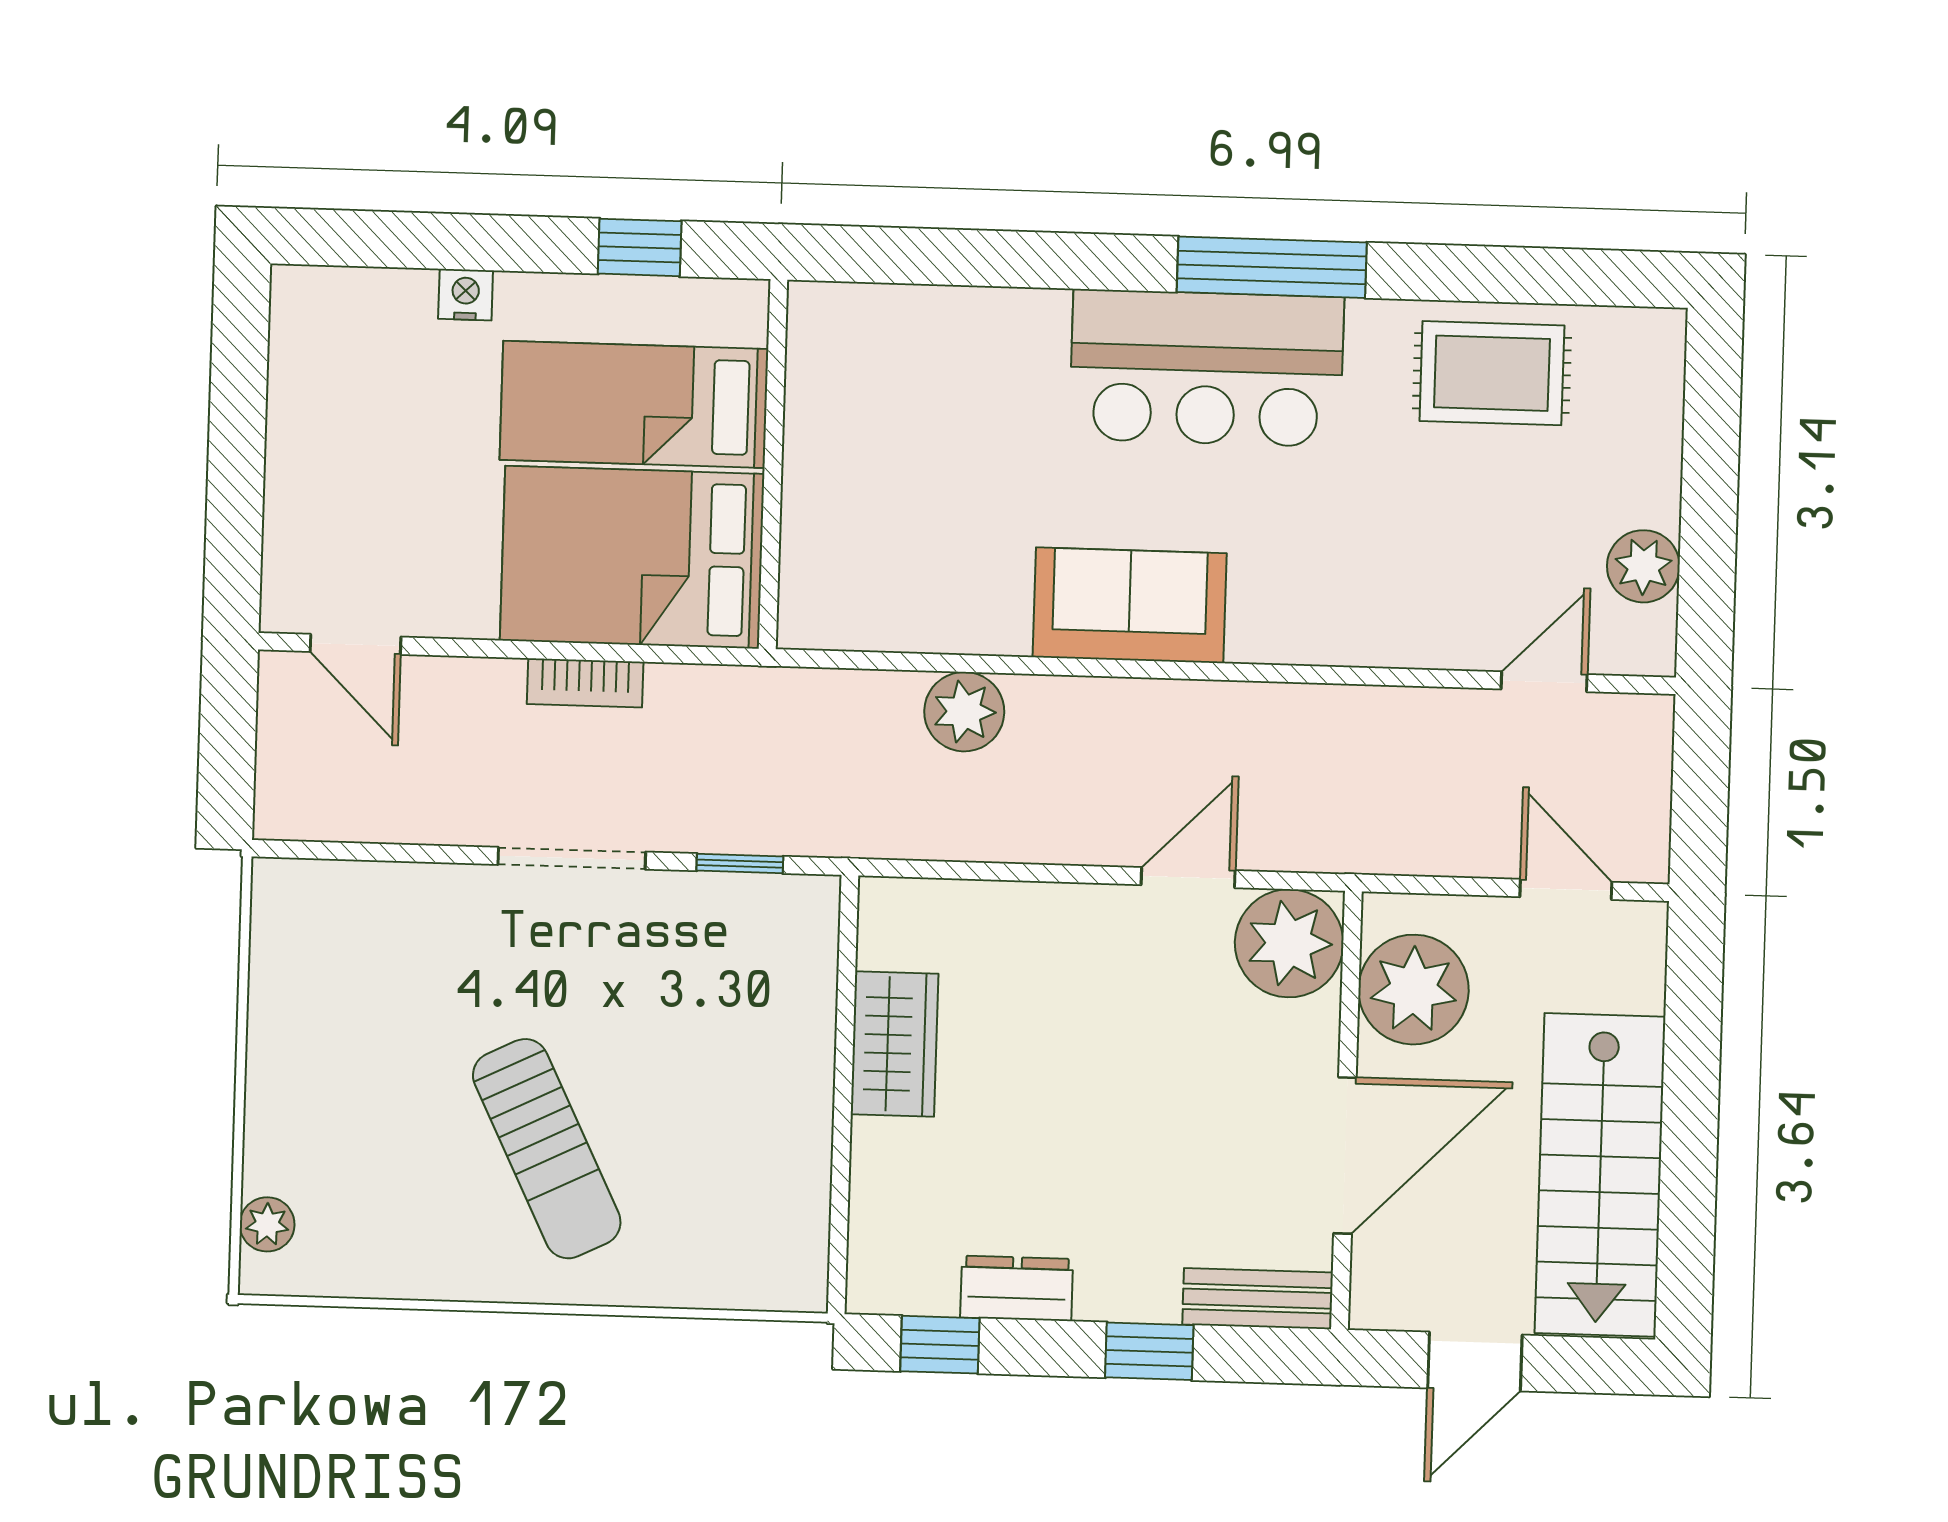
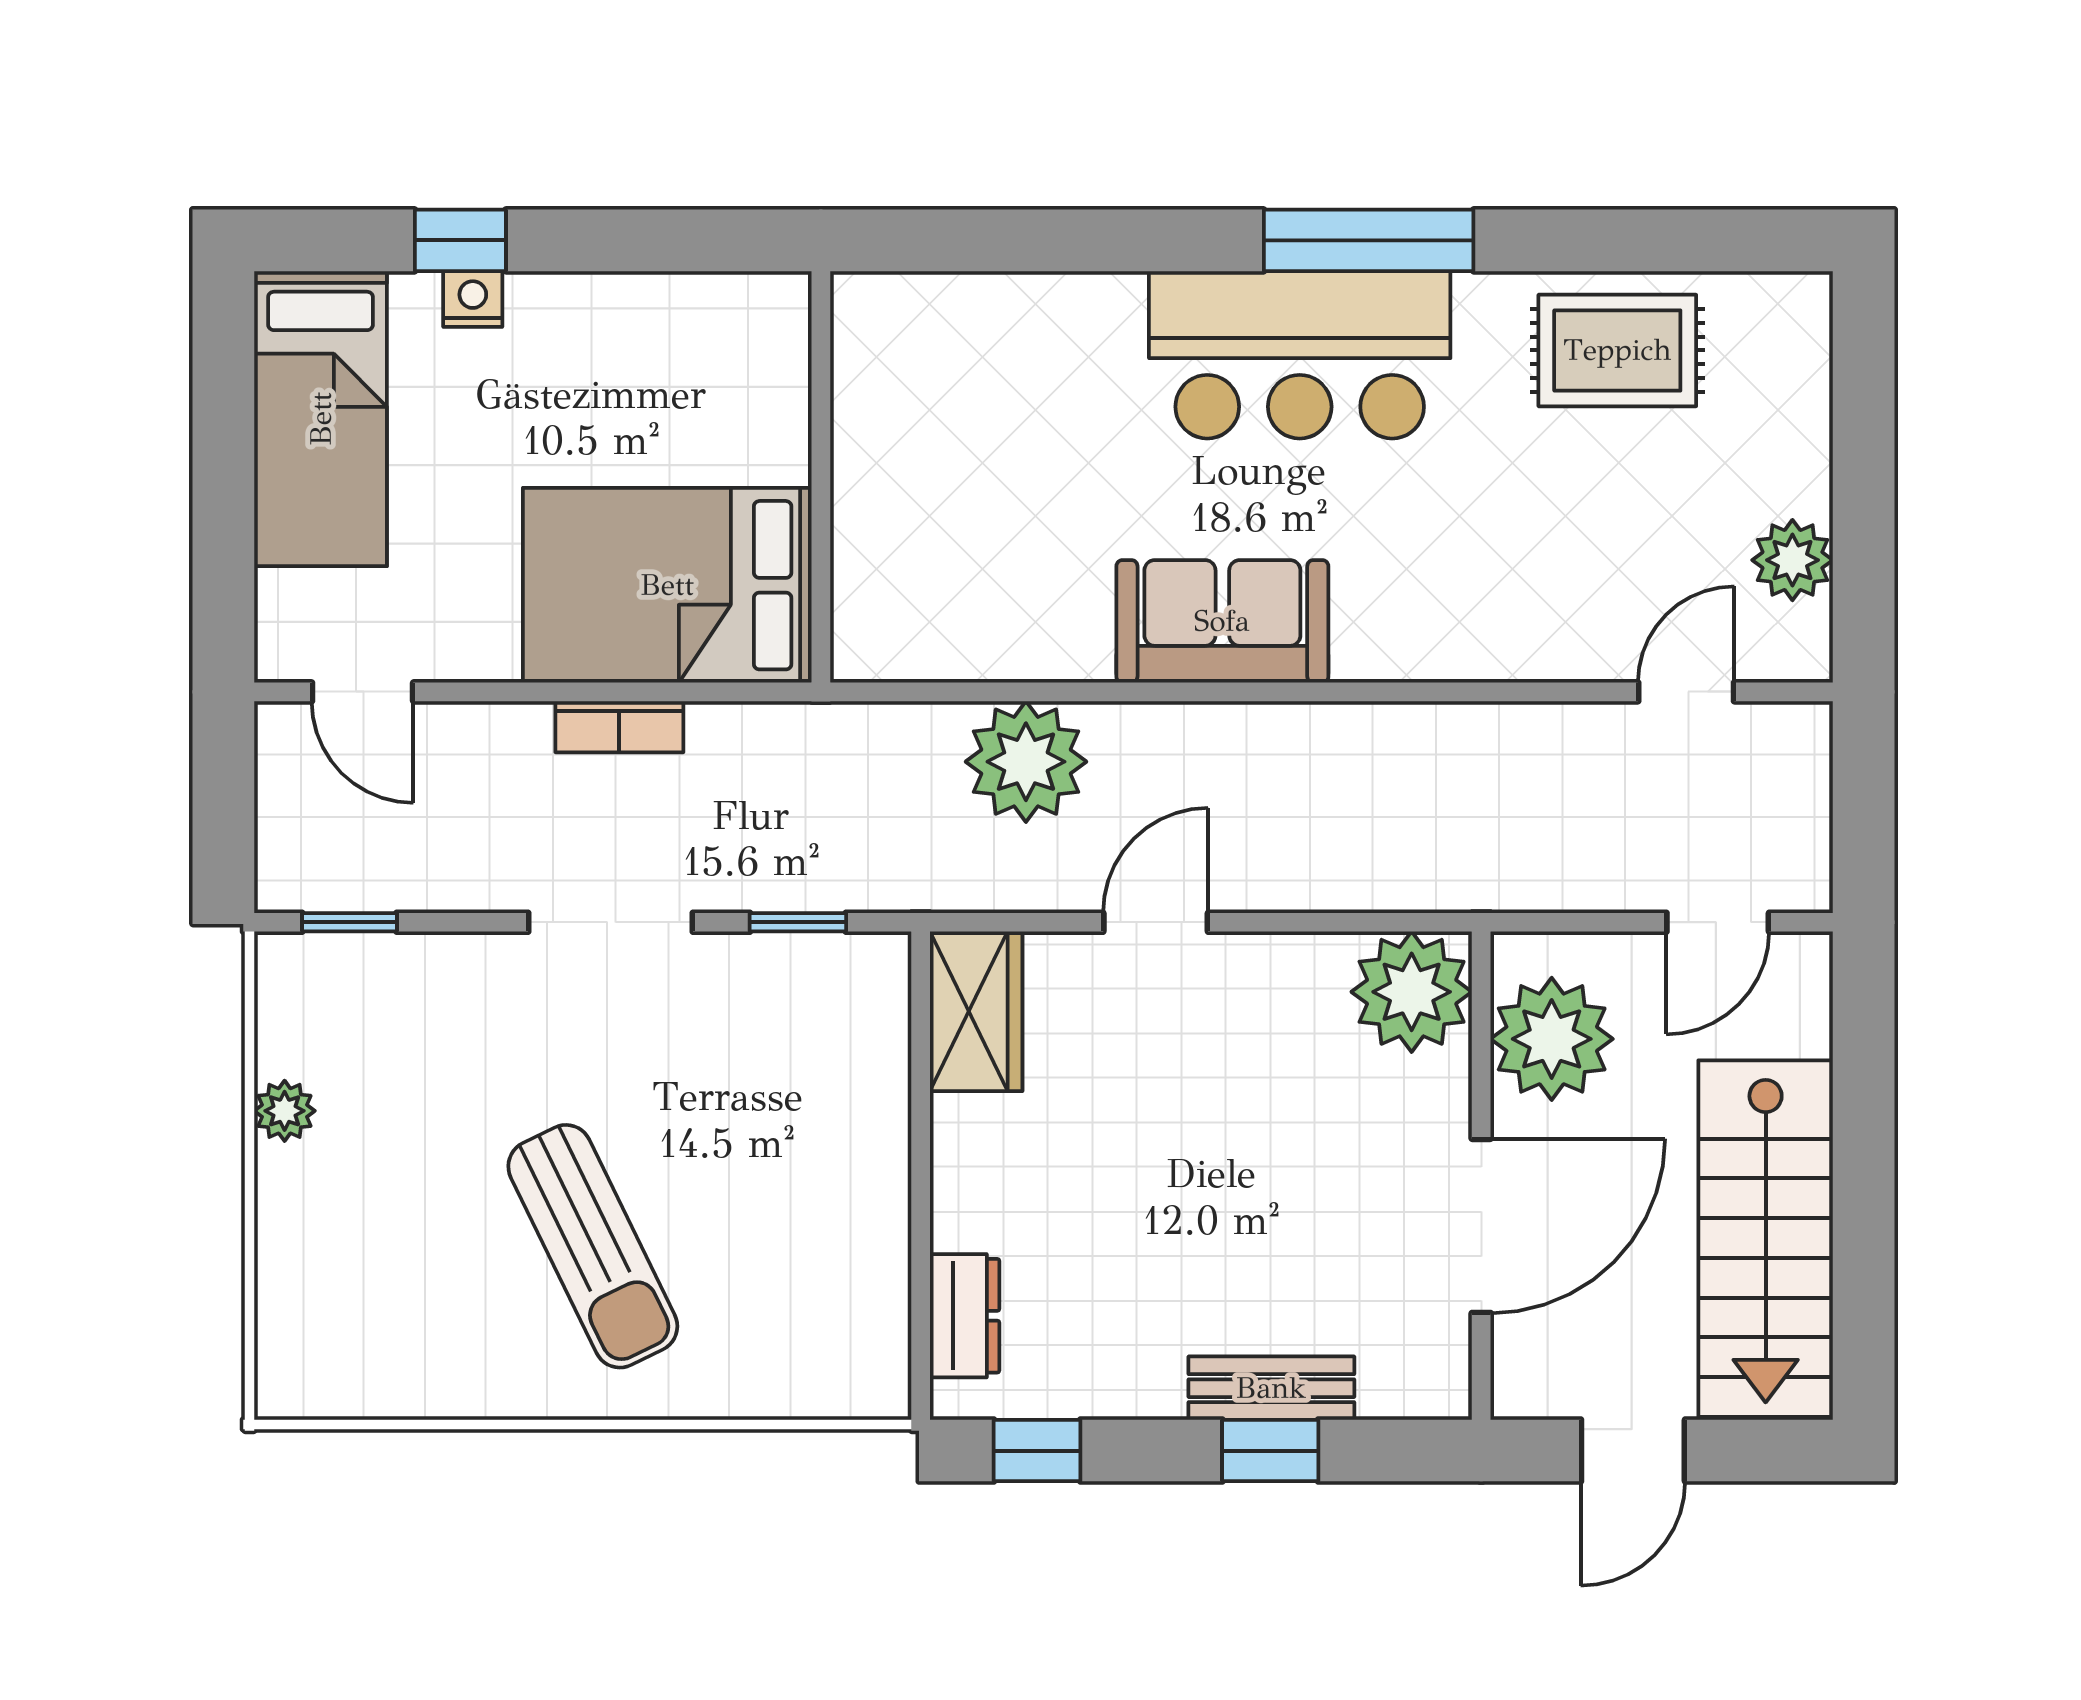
window: (640, 247) -> (460, 240), moved
bed: (634, 404) -> (321, 419), moved, turned -90
plant: (964, 712) -> (1026, 762), width x1.36, depth x1.36
window: (337, 851) -> (349, 922), added
door: (1188, 878) -> (1156, 922), moved
door: (1566, 889) -> (1718, 922), swing flipped
wardrobe: (895, 1044) -> (976, 1011), moved
plant: (267, 1224) -> (285, 1111), moved
dresser: (1017, 1288) -> (965, 1316), moved, turned 90
bench: (1258, 1299) -> (1271, 1388), moved

